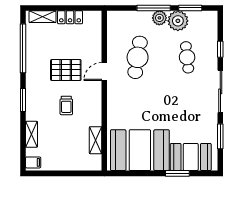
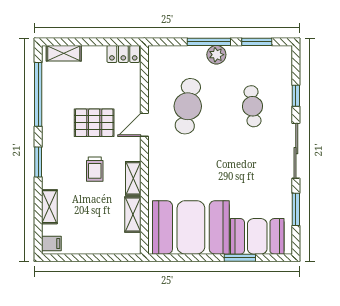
locker: (70, 17) -> (123, 54), moved
plant: (178, 21) -> (240, 59), removed
shelving: (96, 113) -> (133, 178), added

